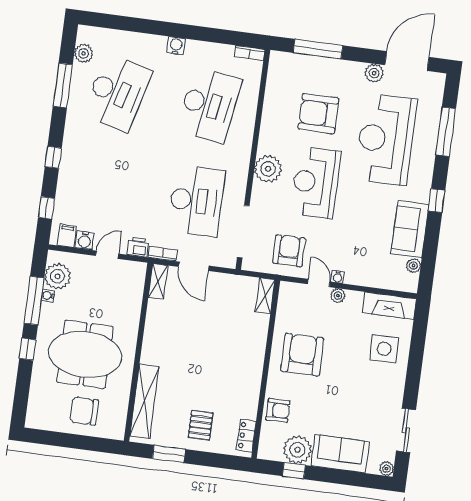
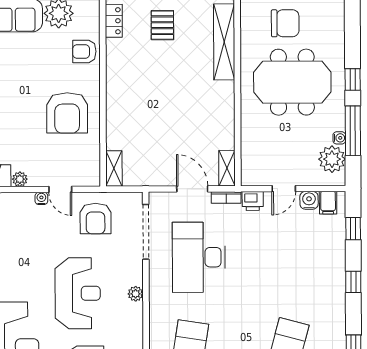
plant: (268, 169) -> (136, 294), width x0.53, depth x0.53
plant: (338, 295) -> (20, 179), moved

